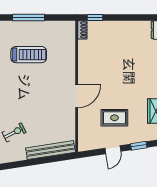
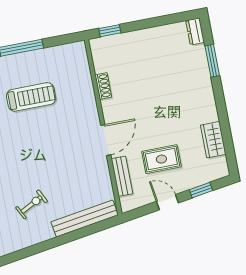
shoe rack: (82, 30) -> (103, 86), moved
bench: (83, 125) -> (122, 176), added
door: (113, 150) -> (167, 202), swing flipped

